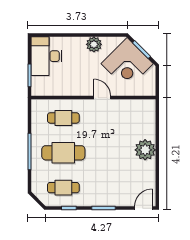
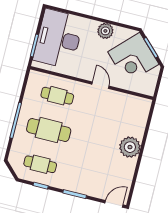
desk: (46, 56) -> (58, 39), width x1.36, depth x1.30

